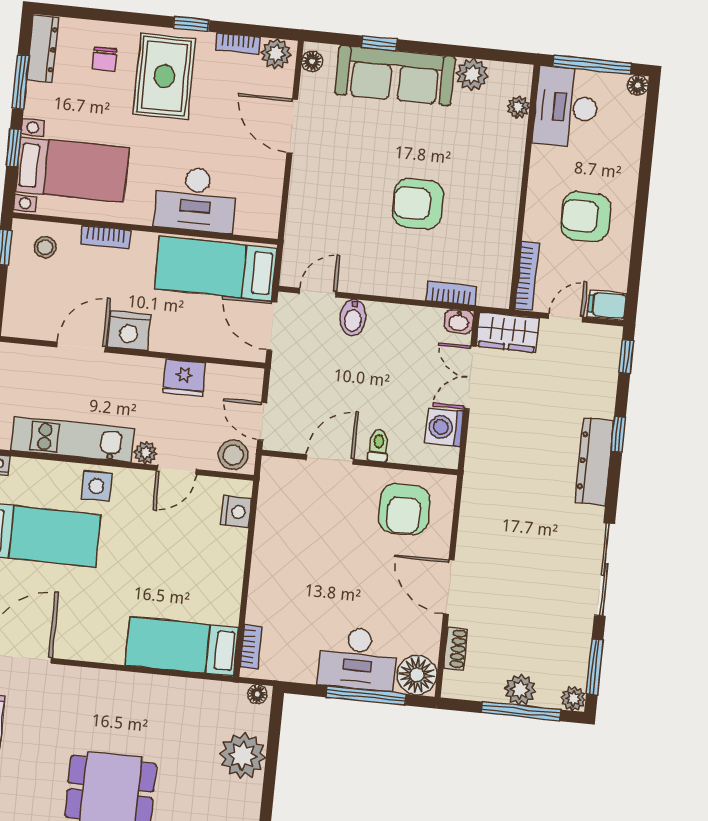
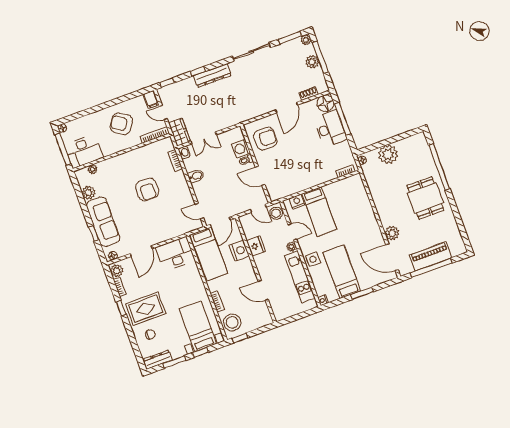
desk: (196, 199) -> (175, 254), moved, turned -90
armchair: (586, 216) -> (121, 124), turned 123
stool: (45, 247) -> (232, 322), width x1.89, depth x1.89
bidet: (353, 318) -> (196, 176), moved
nightstand: (129, 331) -> (239, 251), moved
door: (262, 421) -> (258, 208), hinge flipped
washing machine: (444, 427) -> (241, 149), moved, turned 90
bed: (182, 646) -> (319, 212), moved
plant: (70, 682) -> (392, 233), added

